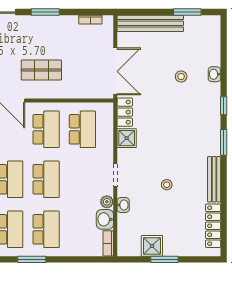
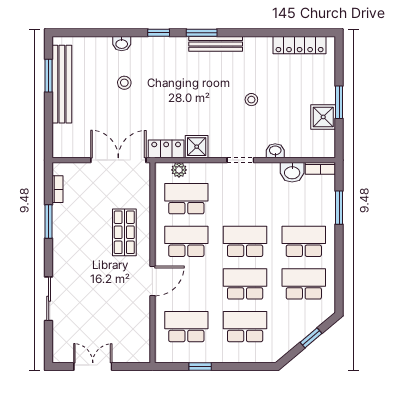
window: (45, 12) -> (49, 222), moved
bench: (150, 23) -> (62, 84), moved
shop shelf: (41, 70) -> (124, 232), moved
bench: (214, 179) -> (216, 44), moved
plant: (107, 202) -> (179, 170), moved
window: (32, 259) -> (339, 208), moved

